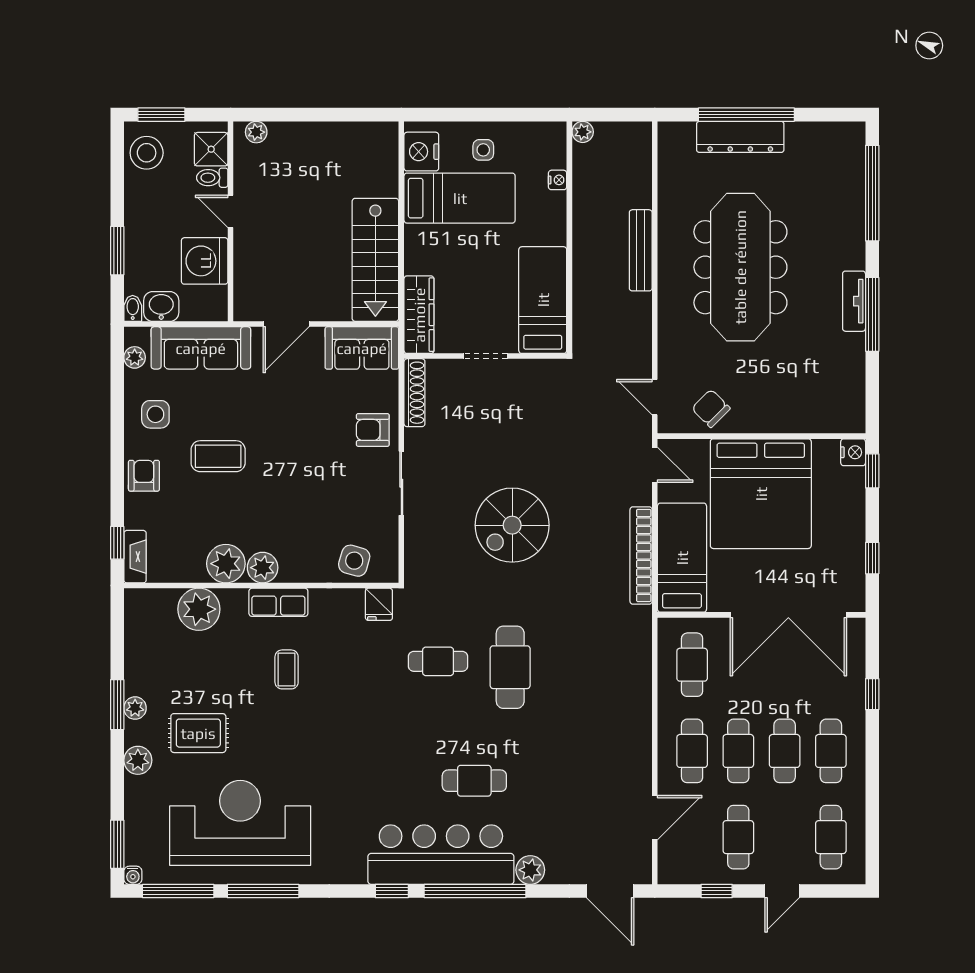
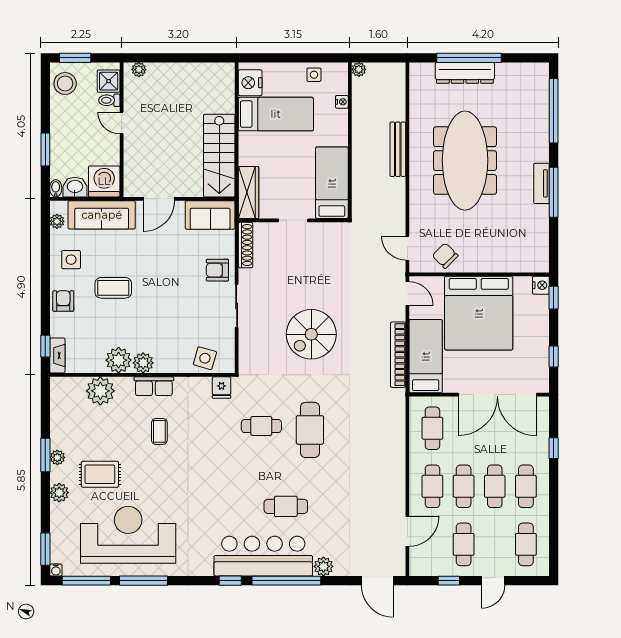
side table: (483, 150) -> (314, 75), moved
washing machine: (205, 261) -> (104, 181), moved, turned 90

